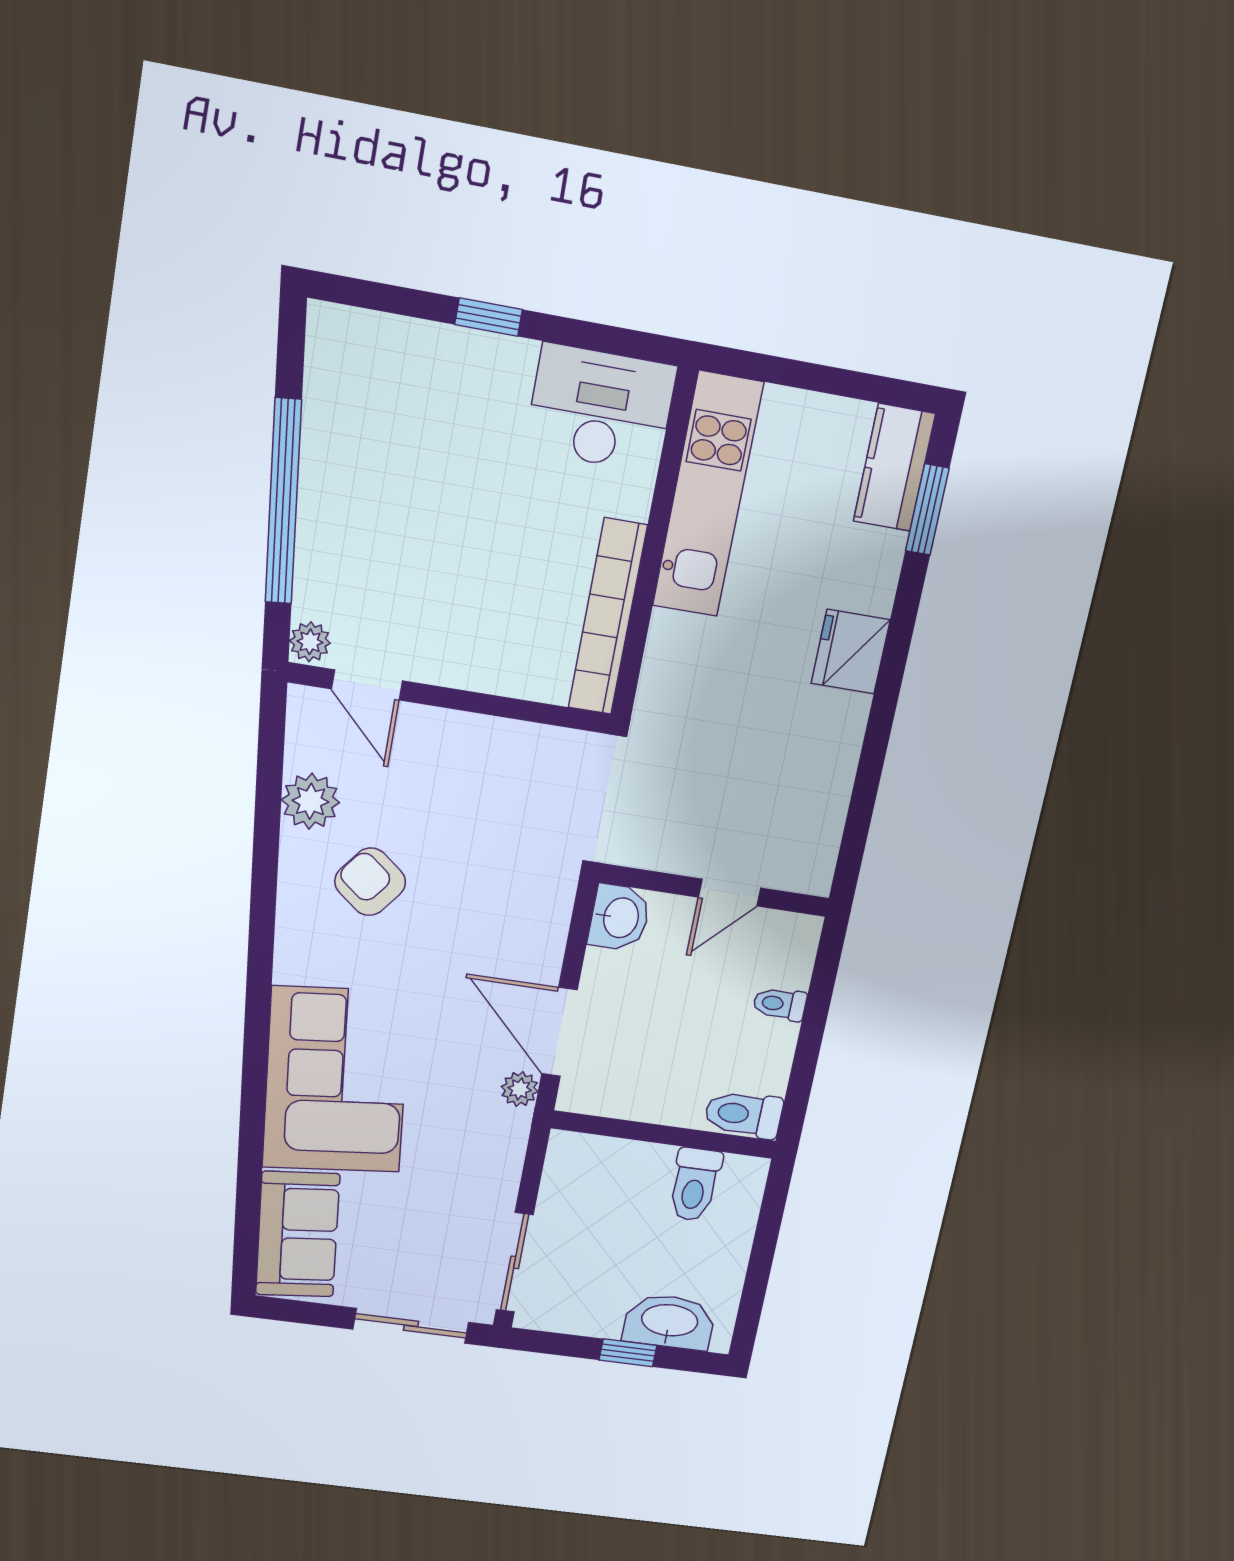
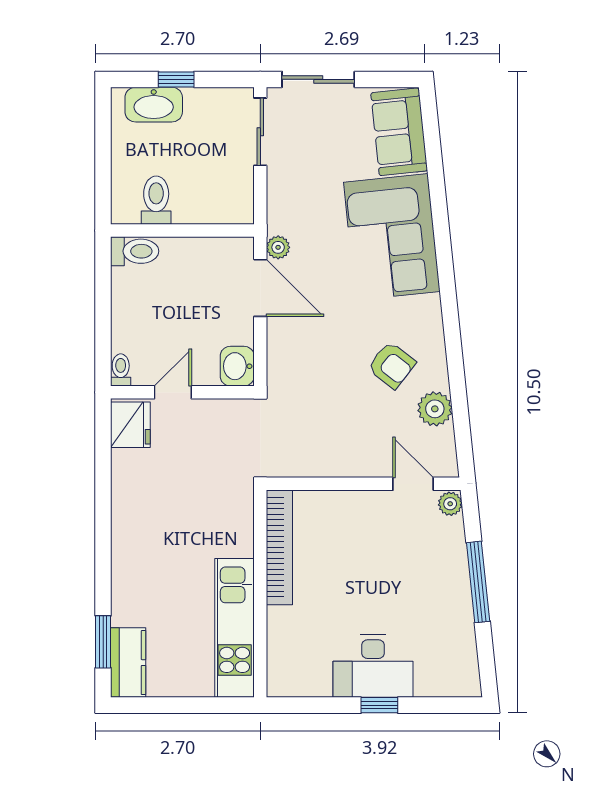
desk: (601, 408) -> (373, 666), moved
window: (283, 502) -> (478, 582), width x0.68
fridge: (851, 652) -> (130, 425), moved
toilet: (780, 1004) -> (121, 370), moved, turned -90

